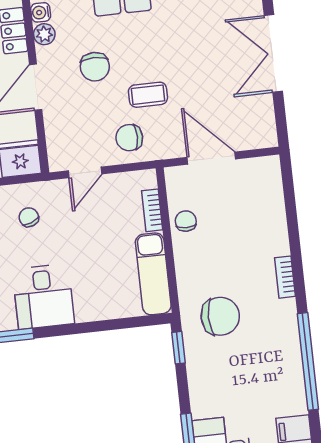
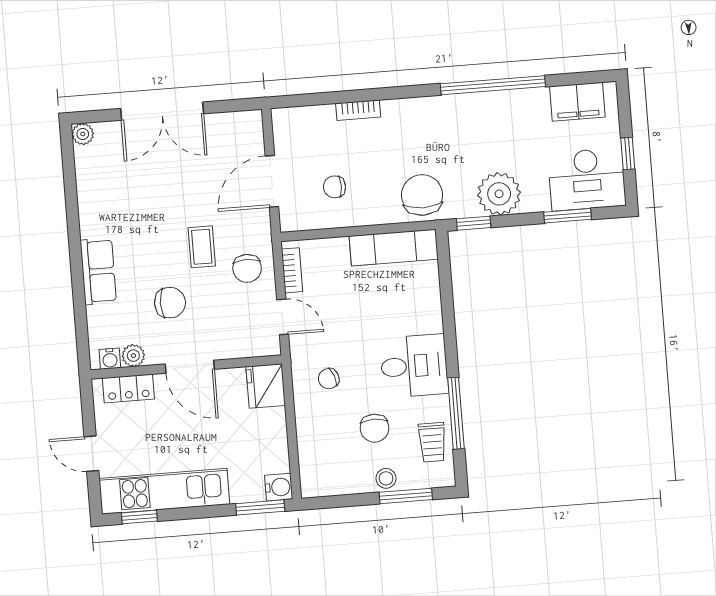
bookcase: (152, 210) -> (292, 270), moved, turned -90
chair: (186, 221) -> (335, 187), moved
bookcase: (285, 277) -> (358, 110), moved
chair: (220, 316) -> (422, 195), moved
plant: (207, 371) -> (499, 194), added

